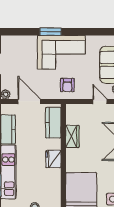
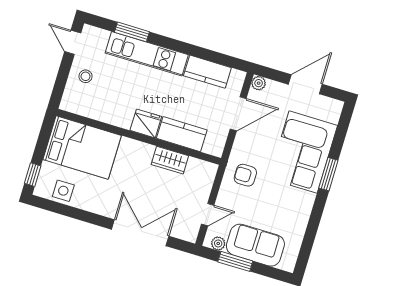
corner sofa: (61, 52) -> (303, 152), moved
kitchen counter: (53, 123) -> (182, 134), moved

